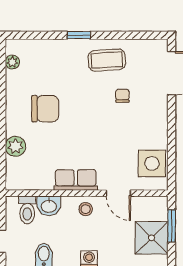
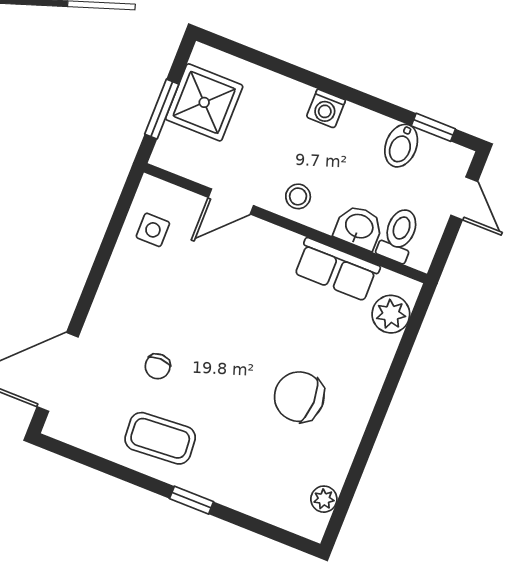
plant: (15, 146) -> (391, 314), moved
side table: (152, 163) -> (153, 230), width x0.54, depth x0.54
row of seats: (76, 180) -> (336, 270), moved
door: (118, 193) -> (231, 202), swing flipped

